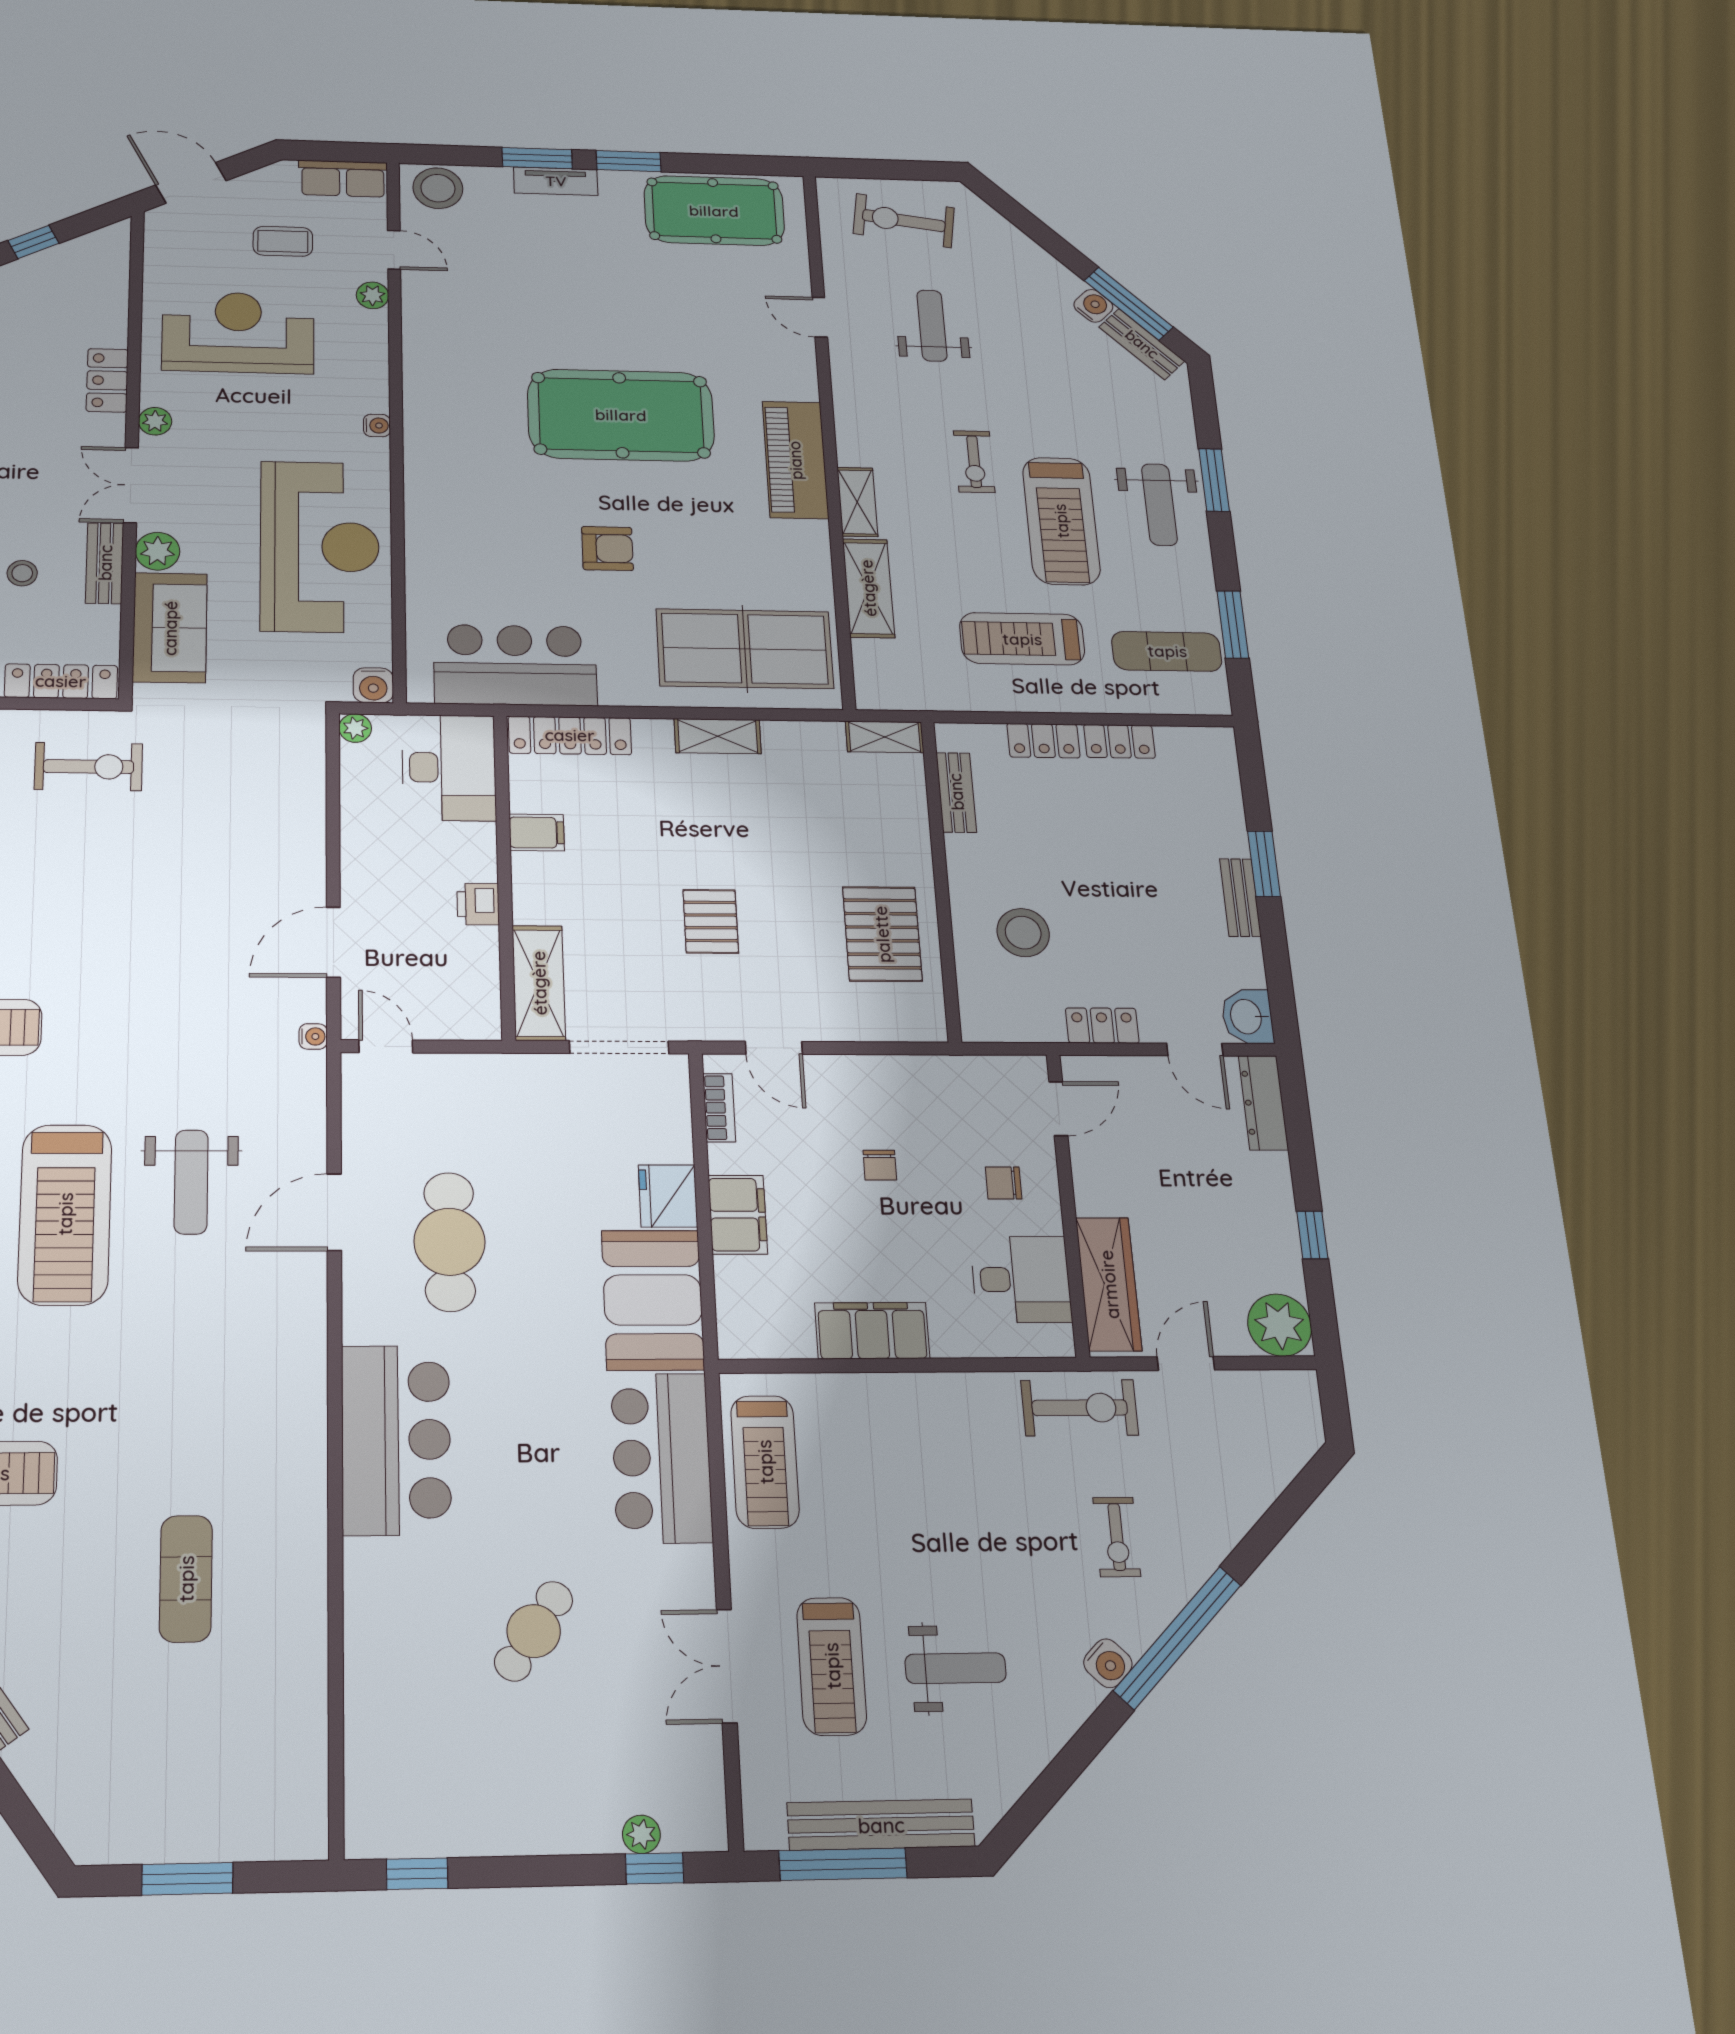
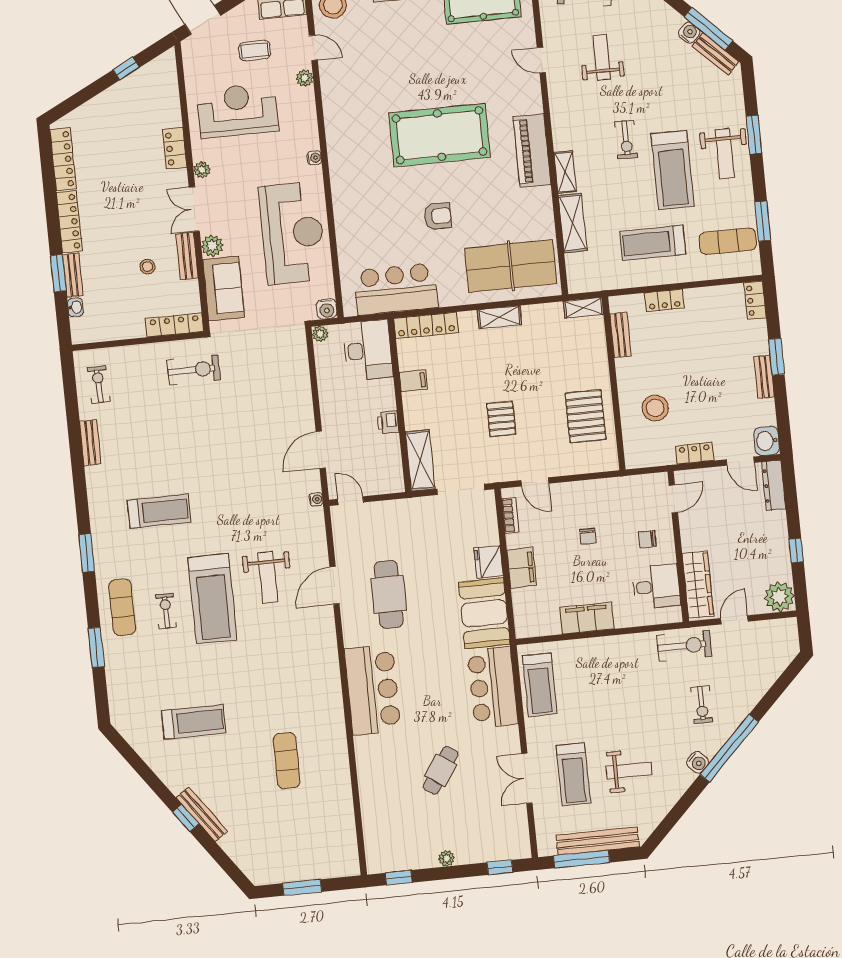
locker: (1119, 741) -> (755, 300), moved, turned 90
plant: (641, 1834) -> (446, 858), moved

